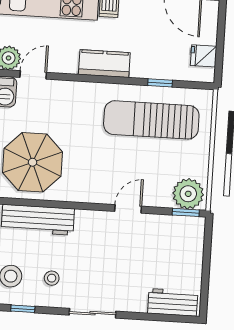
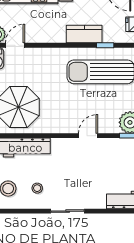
kitchen counter: (104, 64) -> (84, 34), moved
window: (23, 309) -> (18, 211), removed

